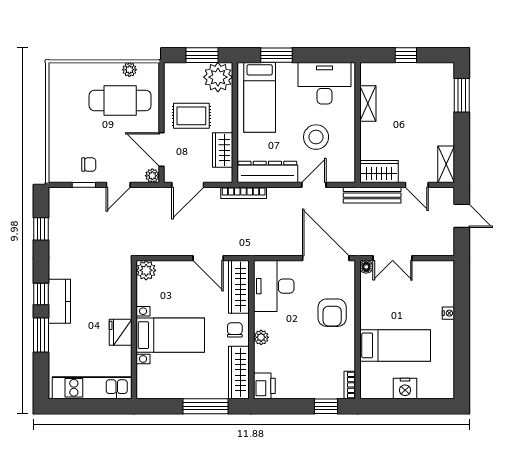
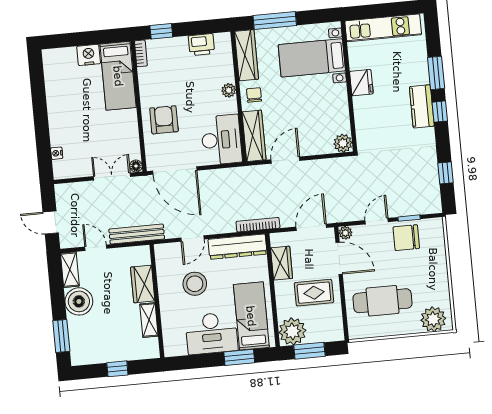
plant: (129, 70) -> (433, 319), moved, width x1.87, depth x1.87
desk: (325, 83) -> (212, 333), moved
boiler: (440, 130) -> (79, 301), added
chair: (89, 165) -> (406, 238), width x1.87, depth x1.87
wardrobe: (379, 172) -> (143, 284), moved, turned 90
door: (208, 258) -> (285, 160), hinge flipped
nightstand: (448, 313) -> (57, 153), moved
chair: (235, 330) -> (254, 95), turned 180
bed with nightstands: (170, 335) -> (312, 58), moved
bed: (395, 345) -> (118, 76), moved, turned -90
printer: (264, 386) -> (201, 45), moved, turned -90

